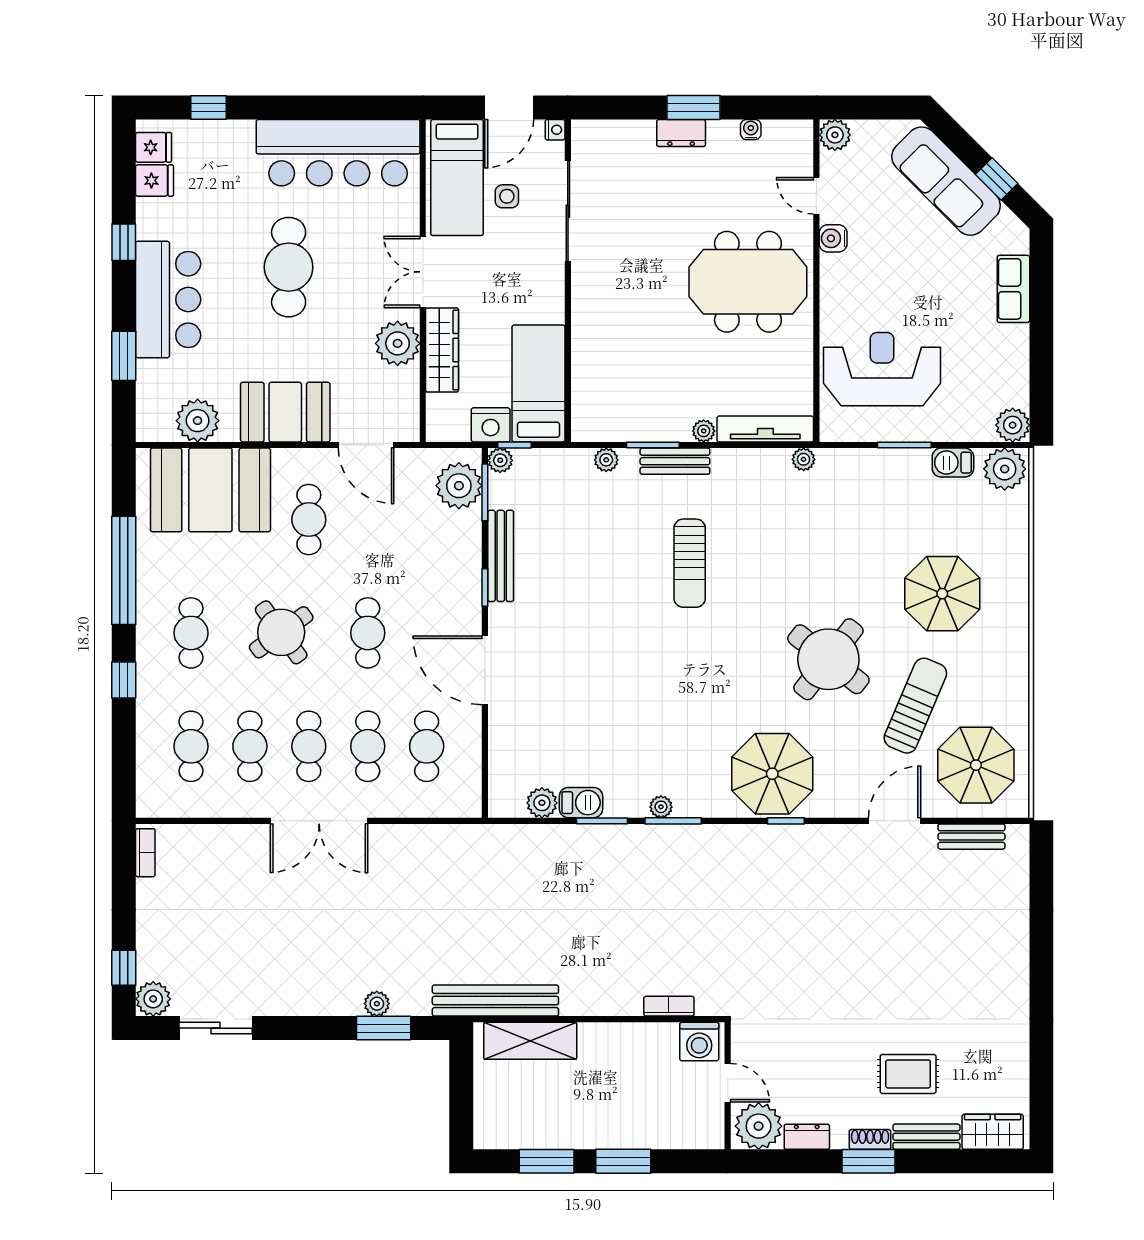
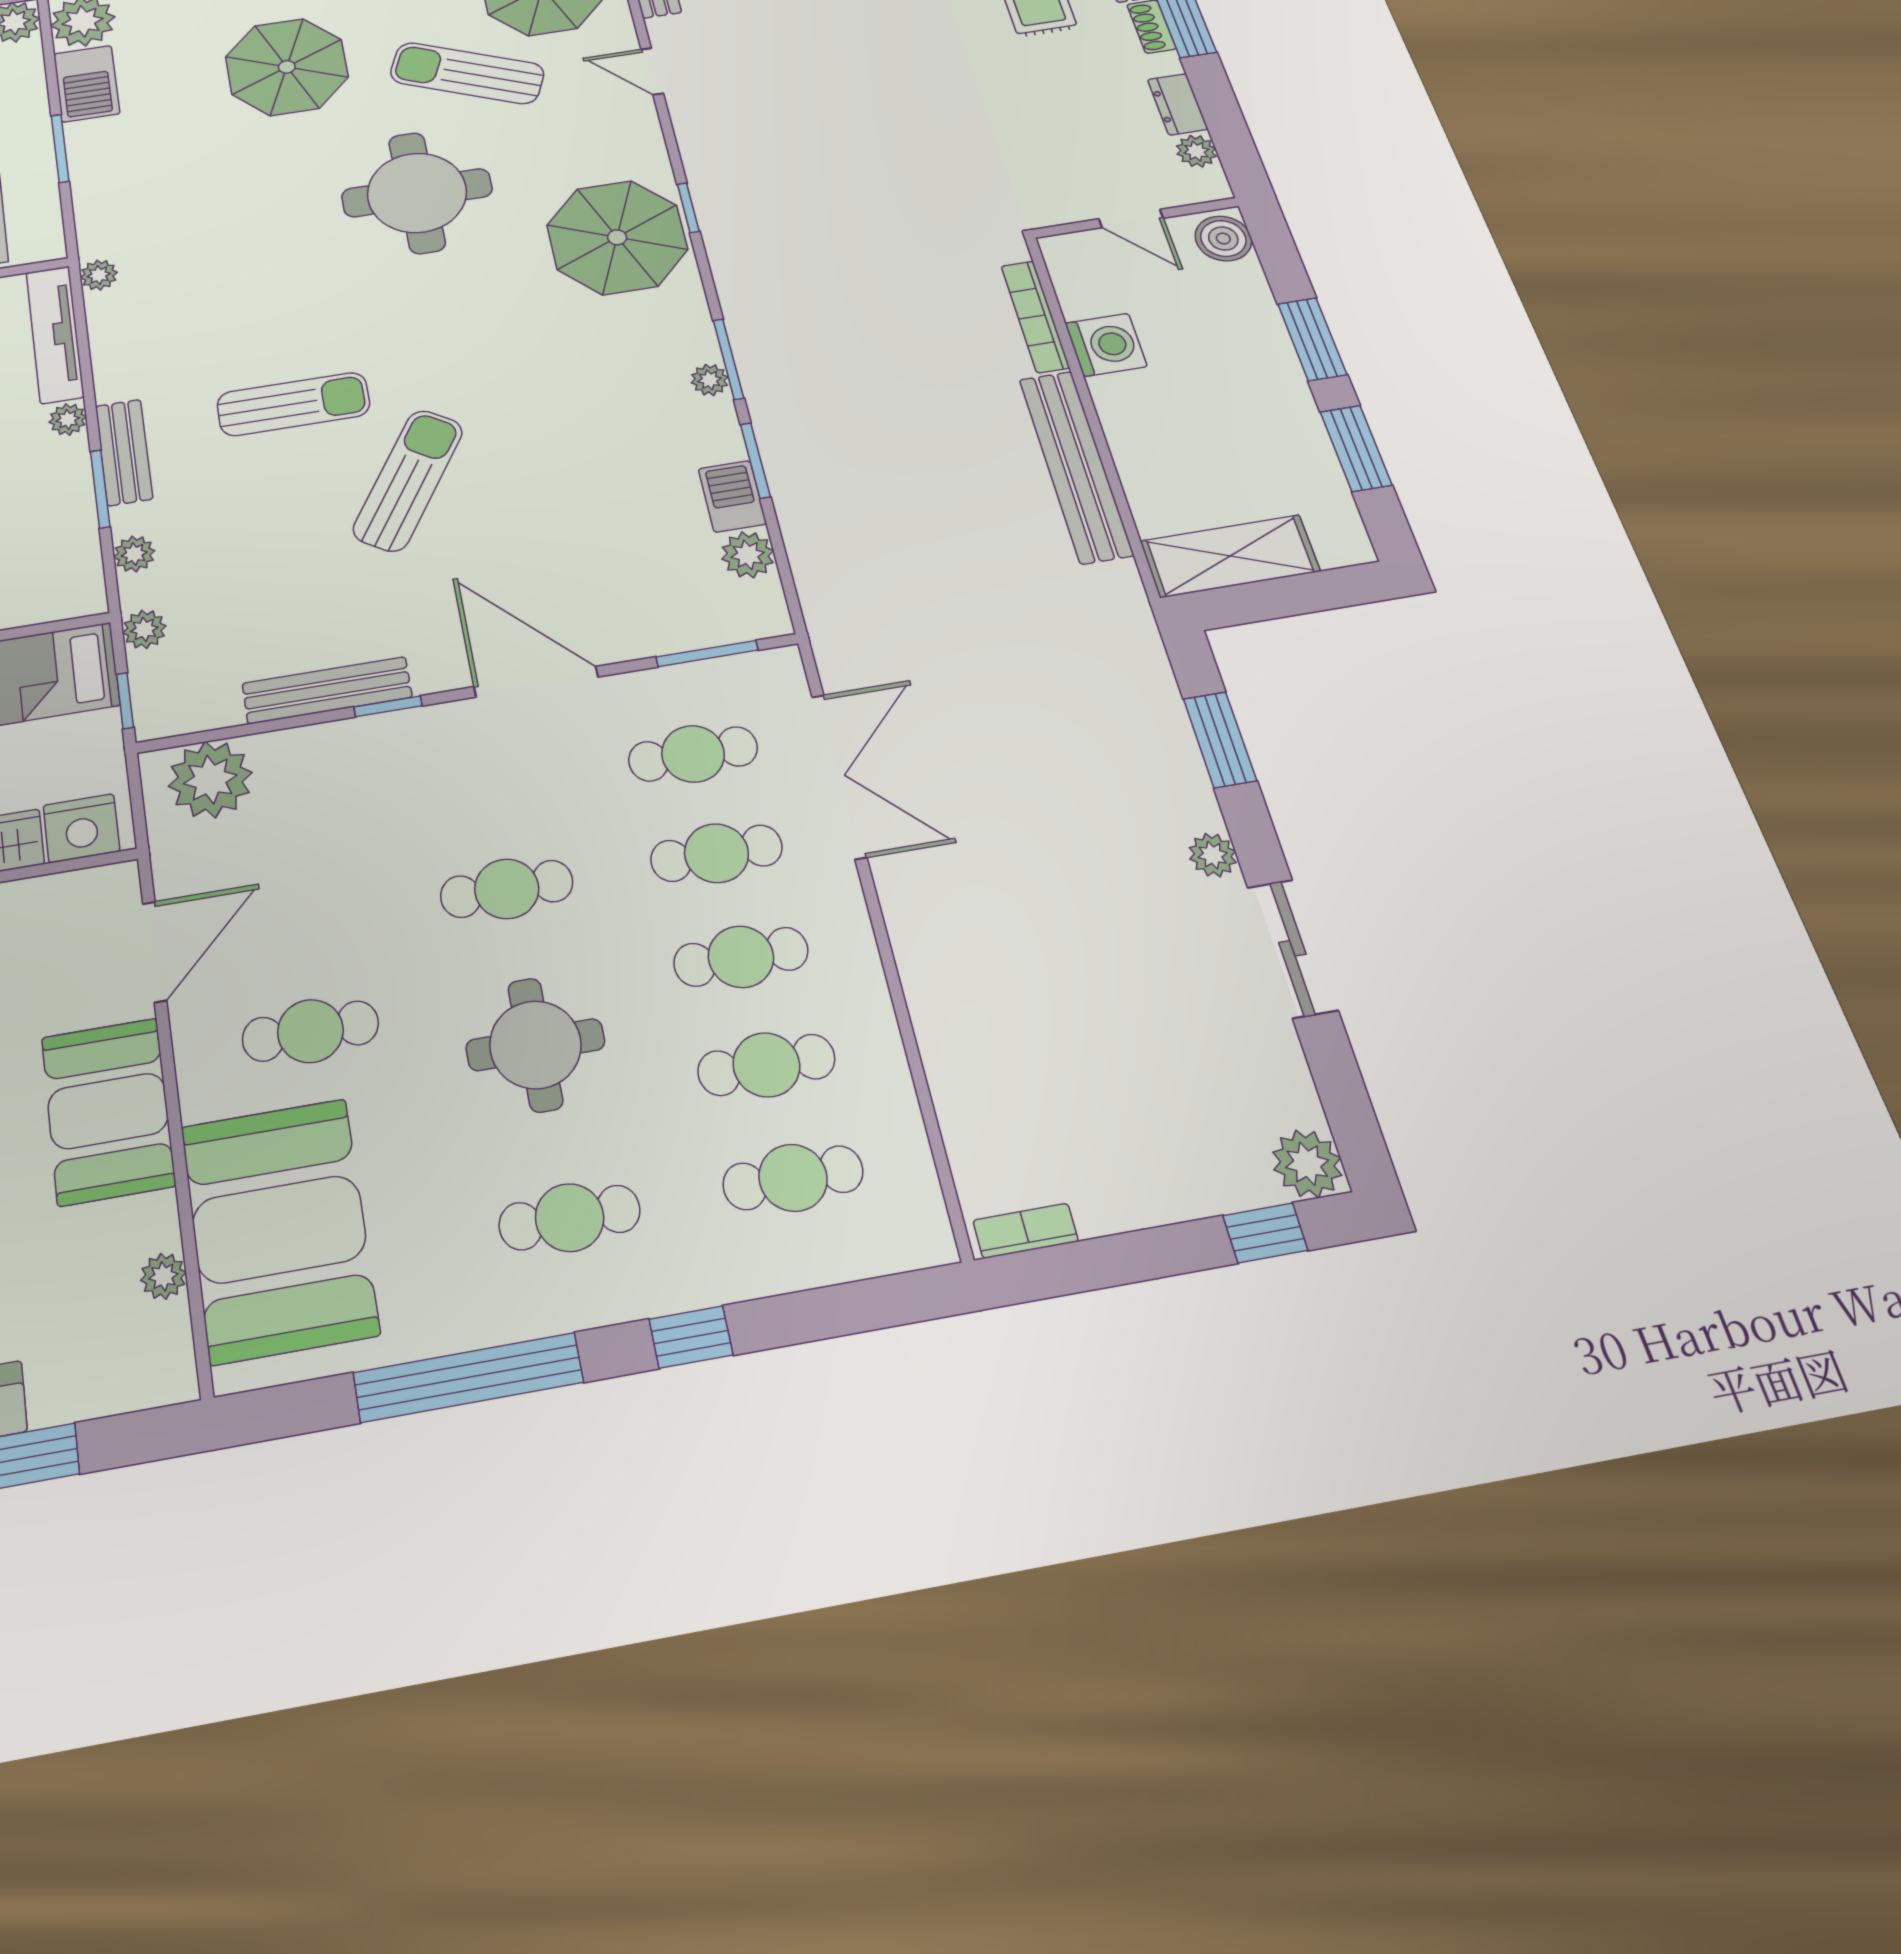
plant: (198, 421) -> (163, 1276), width x0.53, depth x0.53
nightstand: (491, 425) -> (81, 828), moved, turned 90
plant: (500, 460) -> (144, 629), moved
barbecue: (953, 463) -> (87, 84), width x1.38, depth x1.27
window: (485, 492) -> (707, 654), moved
sun lounger: (626, 621) -> (408, 480), added
round table: (281, 632) -> (535, 1045), turned 36
round table: (828, 659) -> (417, 193), turned -38
door: (485, 670) -> (536, 682), swing flipped
double door: (319, 821) -> (839, 776), moved
door: (895, 821) -> (652, 71), width x0.73
bench: (495, 1001) -> (1076, 466), moved
plant: (377, 1004) -> (1213, 855), moved
bookcase: (669, 1006) -> (1035, 317), width x1.56
sliding door: (216, 1028) -> (1292, 948), moved
shelving: (530, 1041) -> (1230, 556), moved, turned 90
washing machine: (699, 1042) -> (1106, 345), moved
door: (728, 1083) -> (1131, 218), swing flipped
plant: (759, 1126) -> (1196, 151), width x0.53, depth x0.53
boiler: (703, 1133) -> (1223, 238), added

